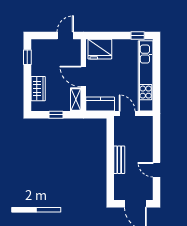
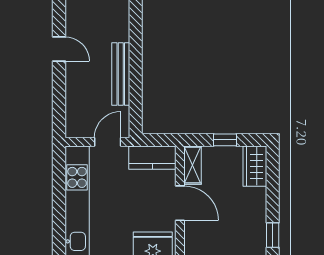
wardrobe: (38, 89) -> (255, 166), moved
door: (127, 114) -> (108, 142), swing flipped
bench: (119, 160) -> (121, 74), width x1.36

